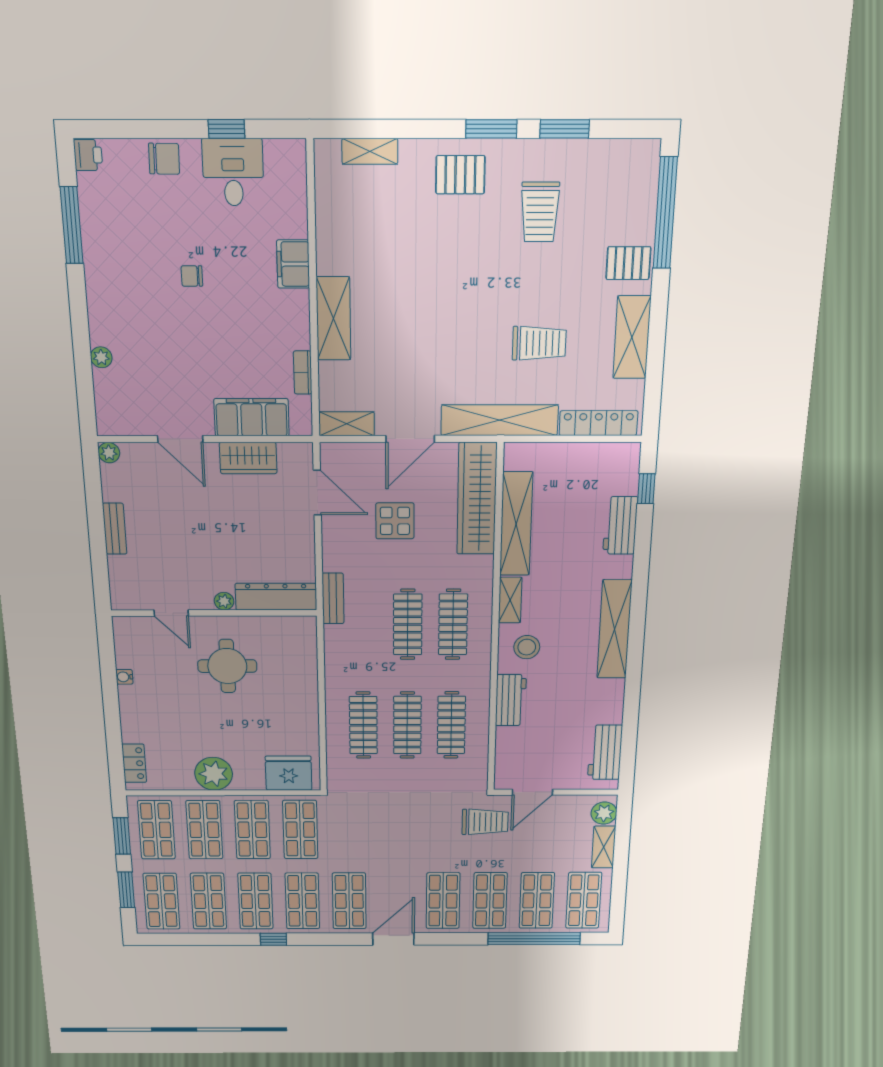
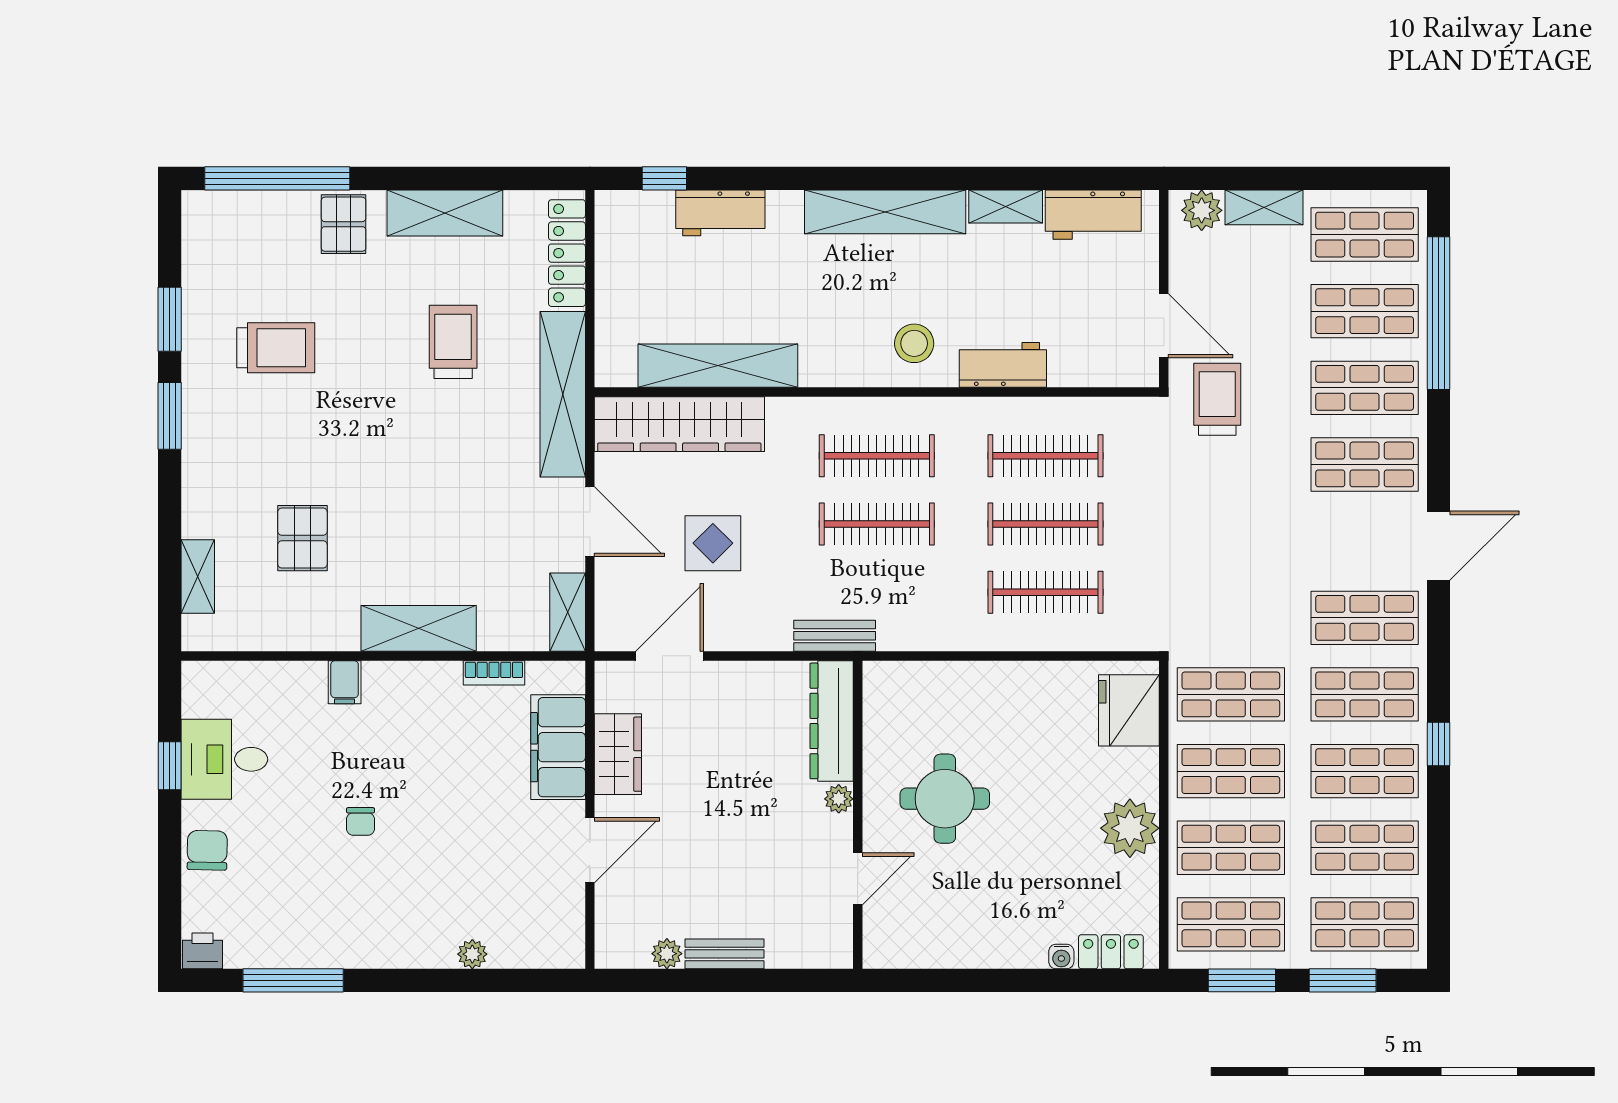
pallet: (460, 175) -> (302, 538), moved
filing cabinet: (293, 264) -> (345, 682), width x0.50
plant: (109, 453) -> (667, 954), moved
shelving: (510, 600) -> (1006, 207), moved
water cooler: (124, 677) -> (1061, 957), moved
door: (393, 939) -> (1438, 546), swing flipped

